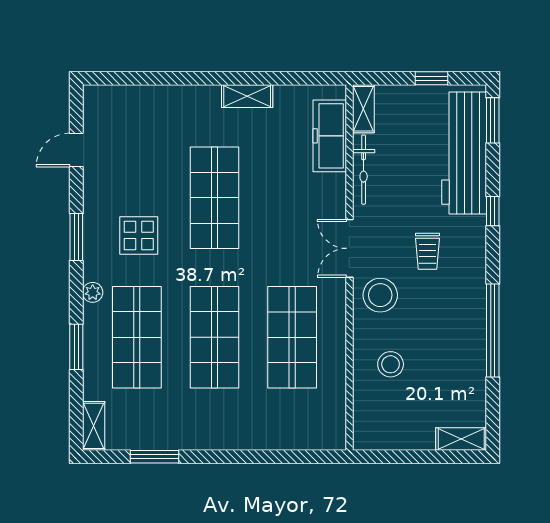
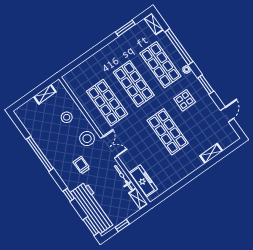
shelving: (247, 96) -> (211, 153), moved
window: (76, 347) -> (179, 47), width x2.11
shelving: (461, 439) -> (45, 94), moved

